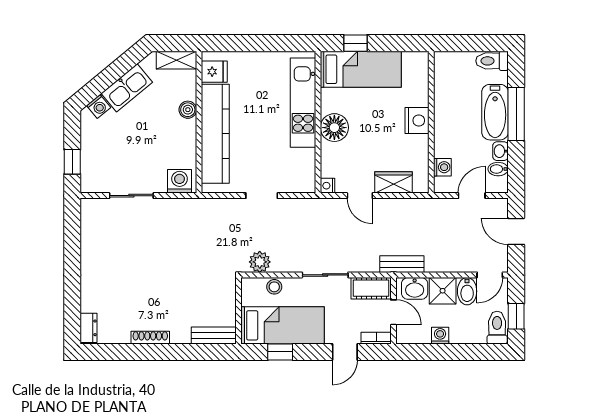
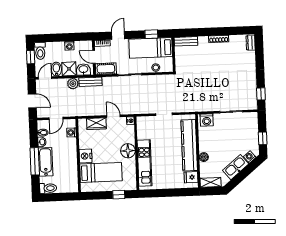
bed: (361, 69) -> (101, 172), moved, turned 180
window: (72, 162) -> (263, 138), moved
window: (72, 228) -> (261, 94), added
plant: (260, 262) -> (73, 84), moved

